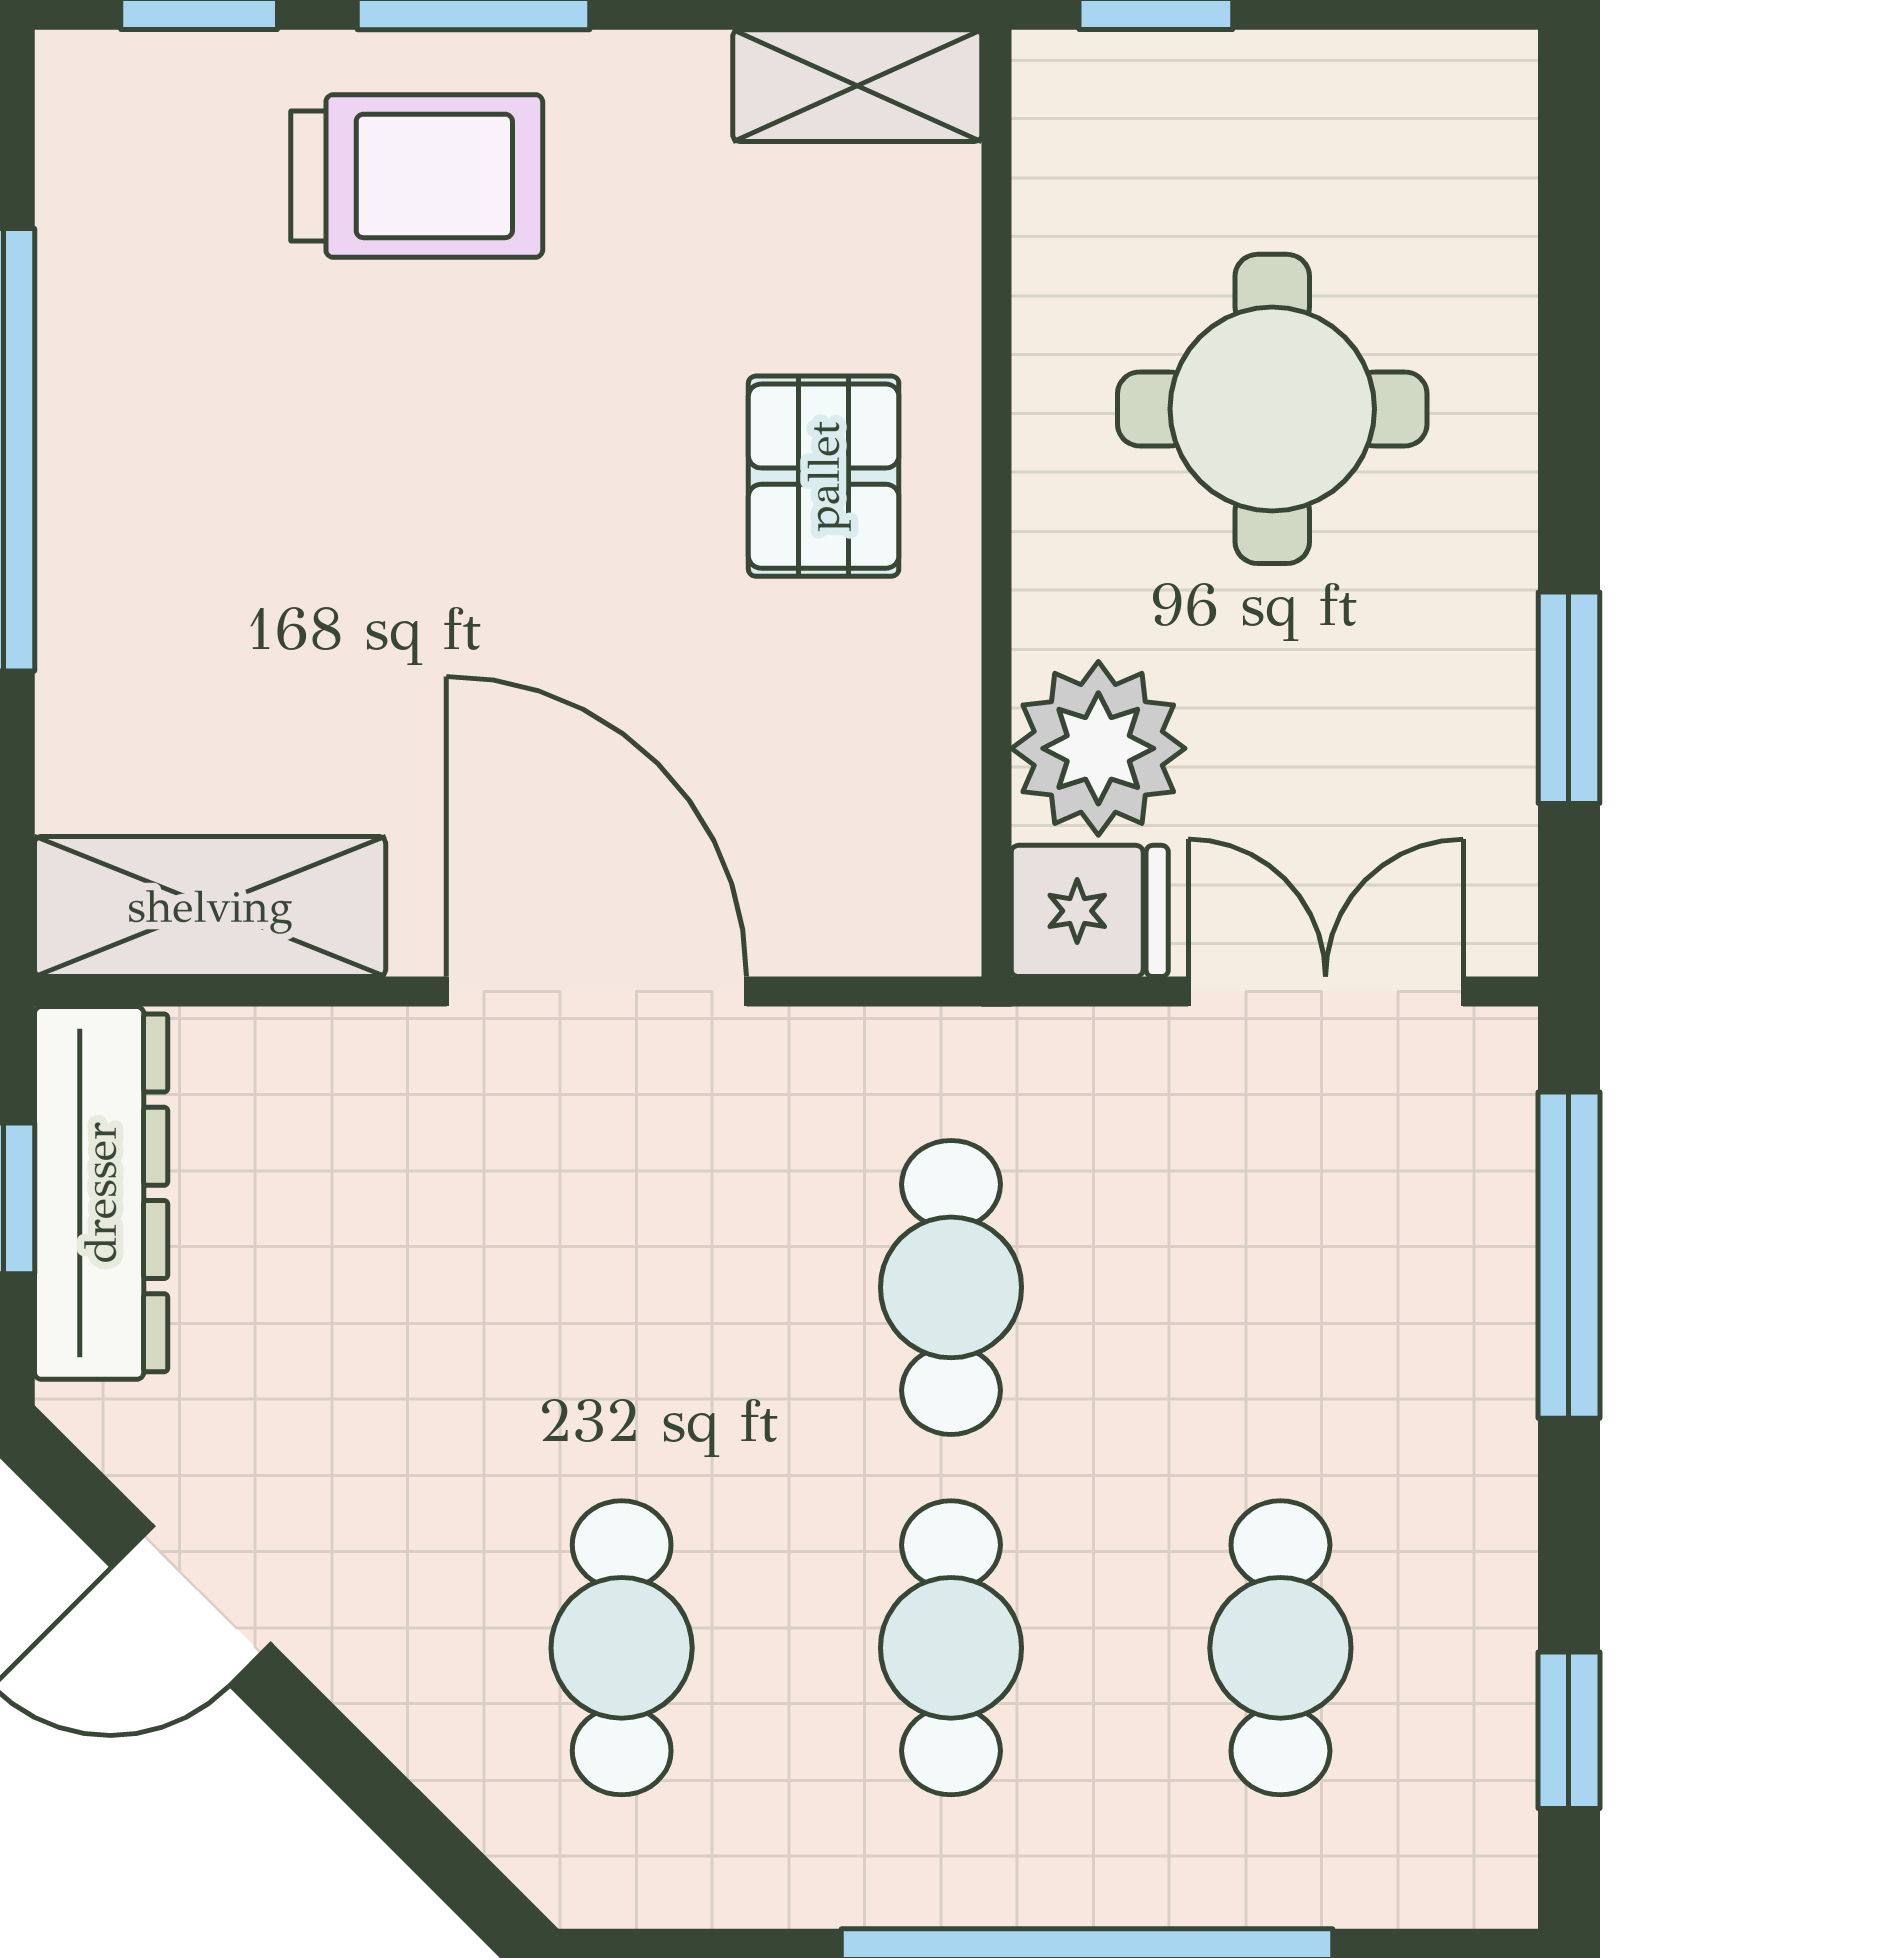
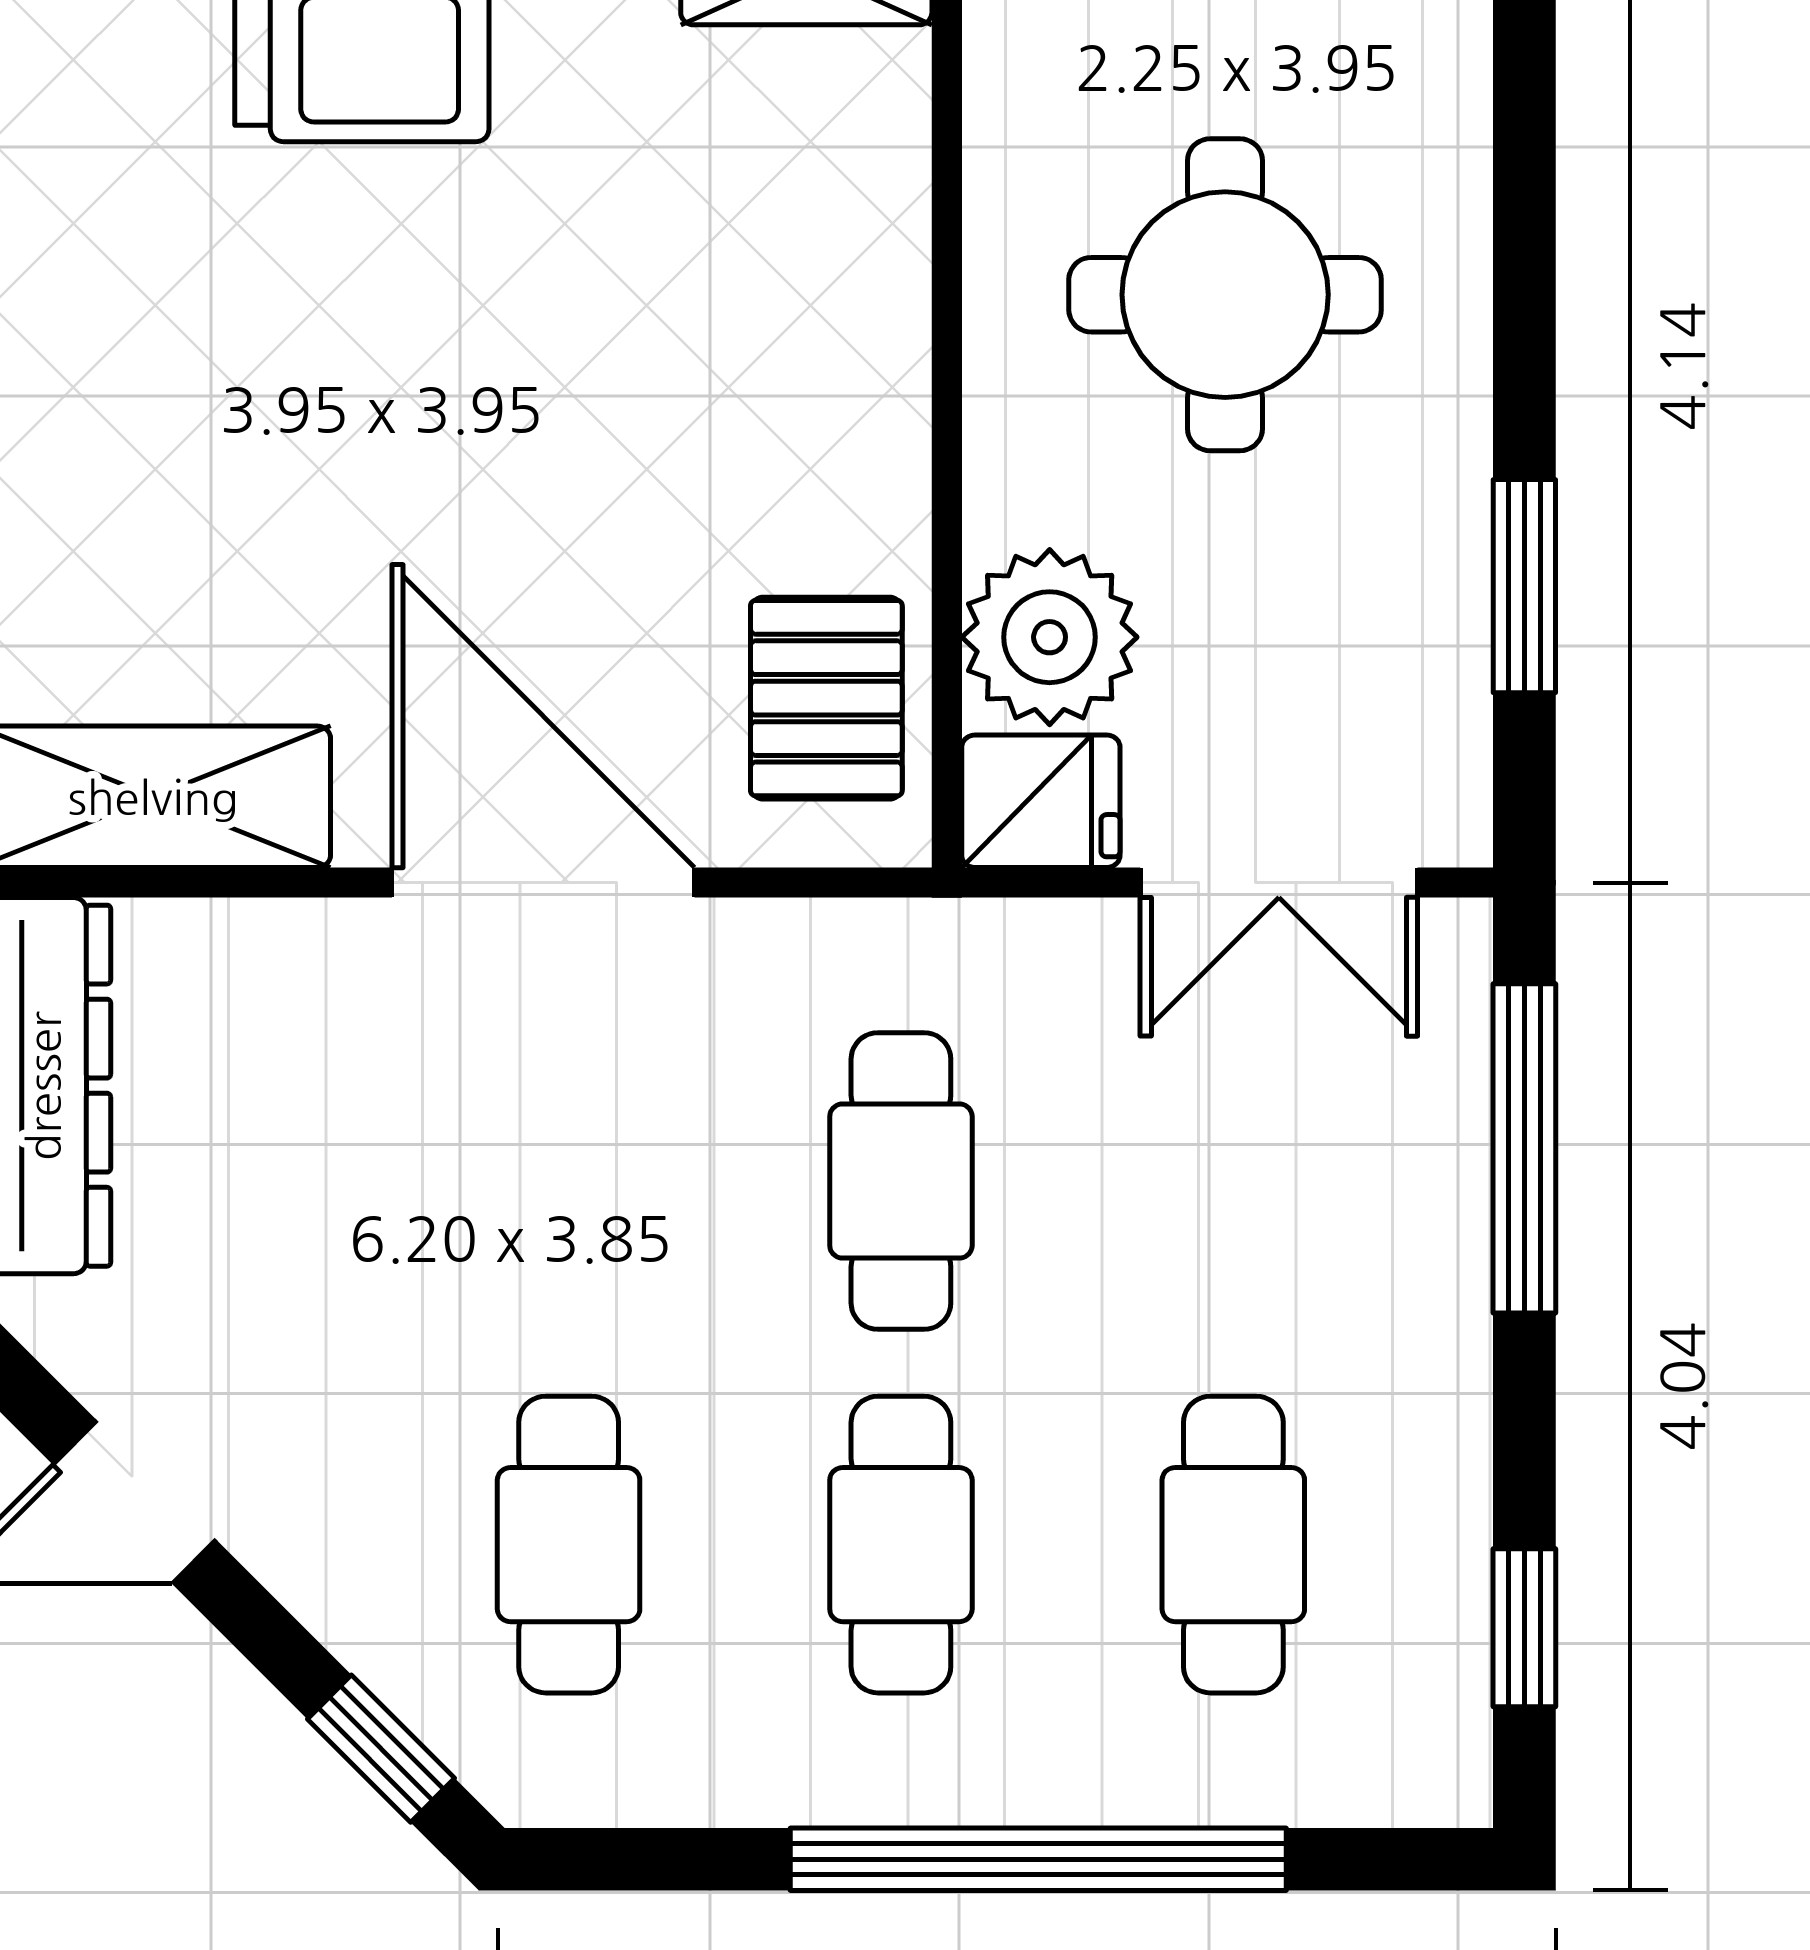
pallet: (824, 476) -> (826, 698), moved
double door: (1326, 992) -> (1279, 883), swing flipped
window: (436, 1850) -> (381, 1749), added

